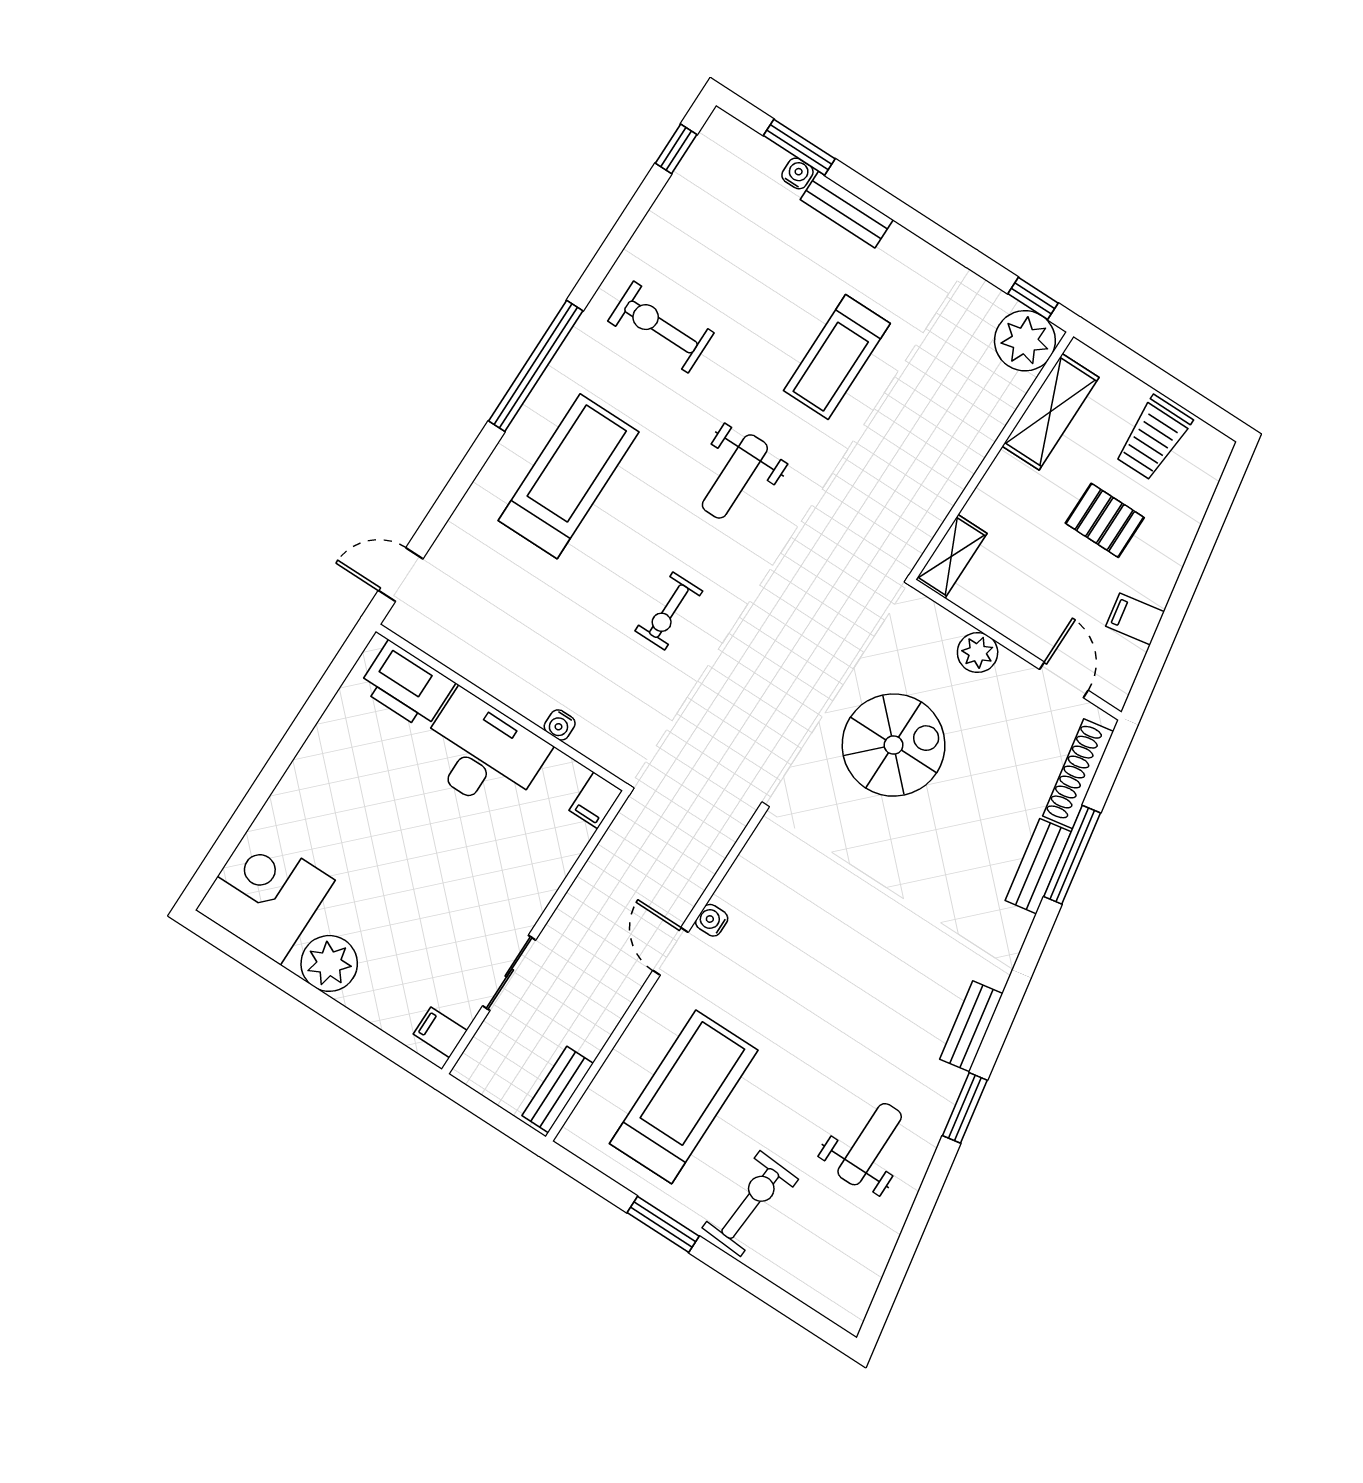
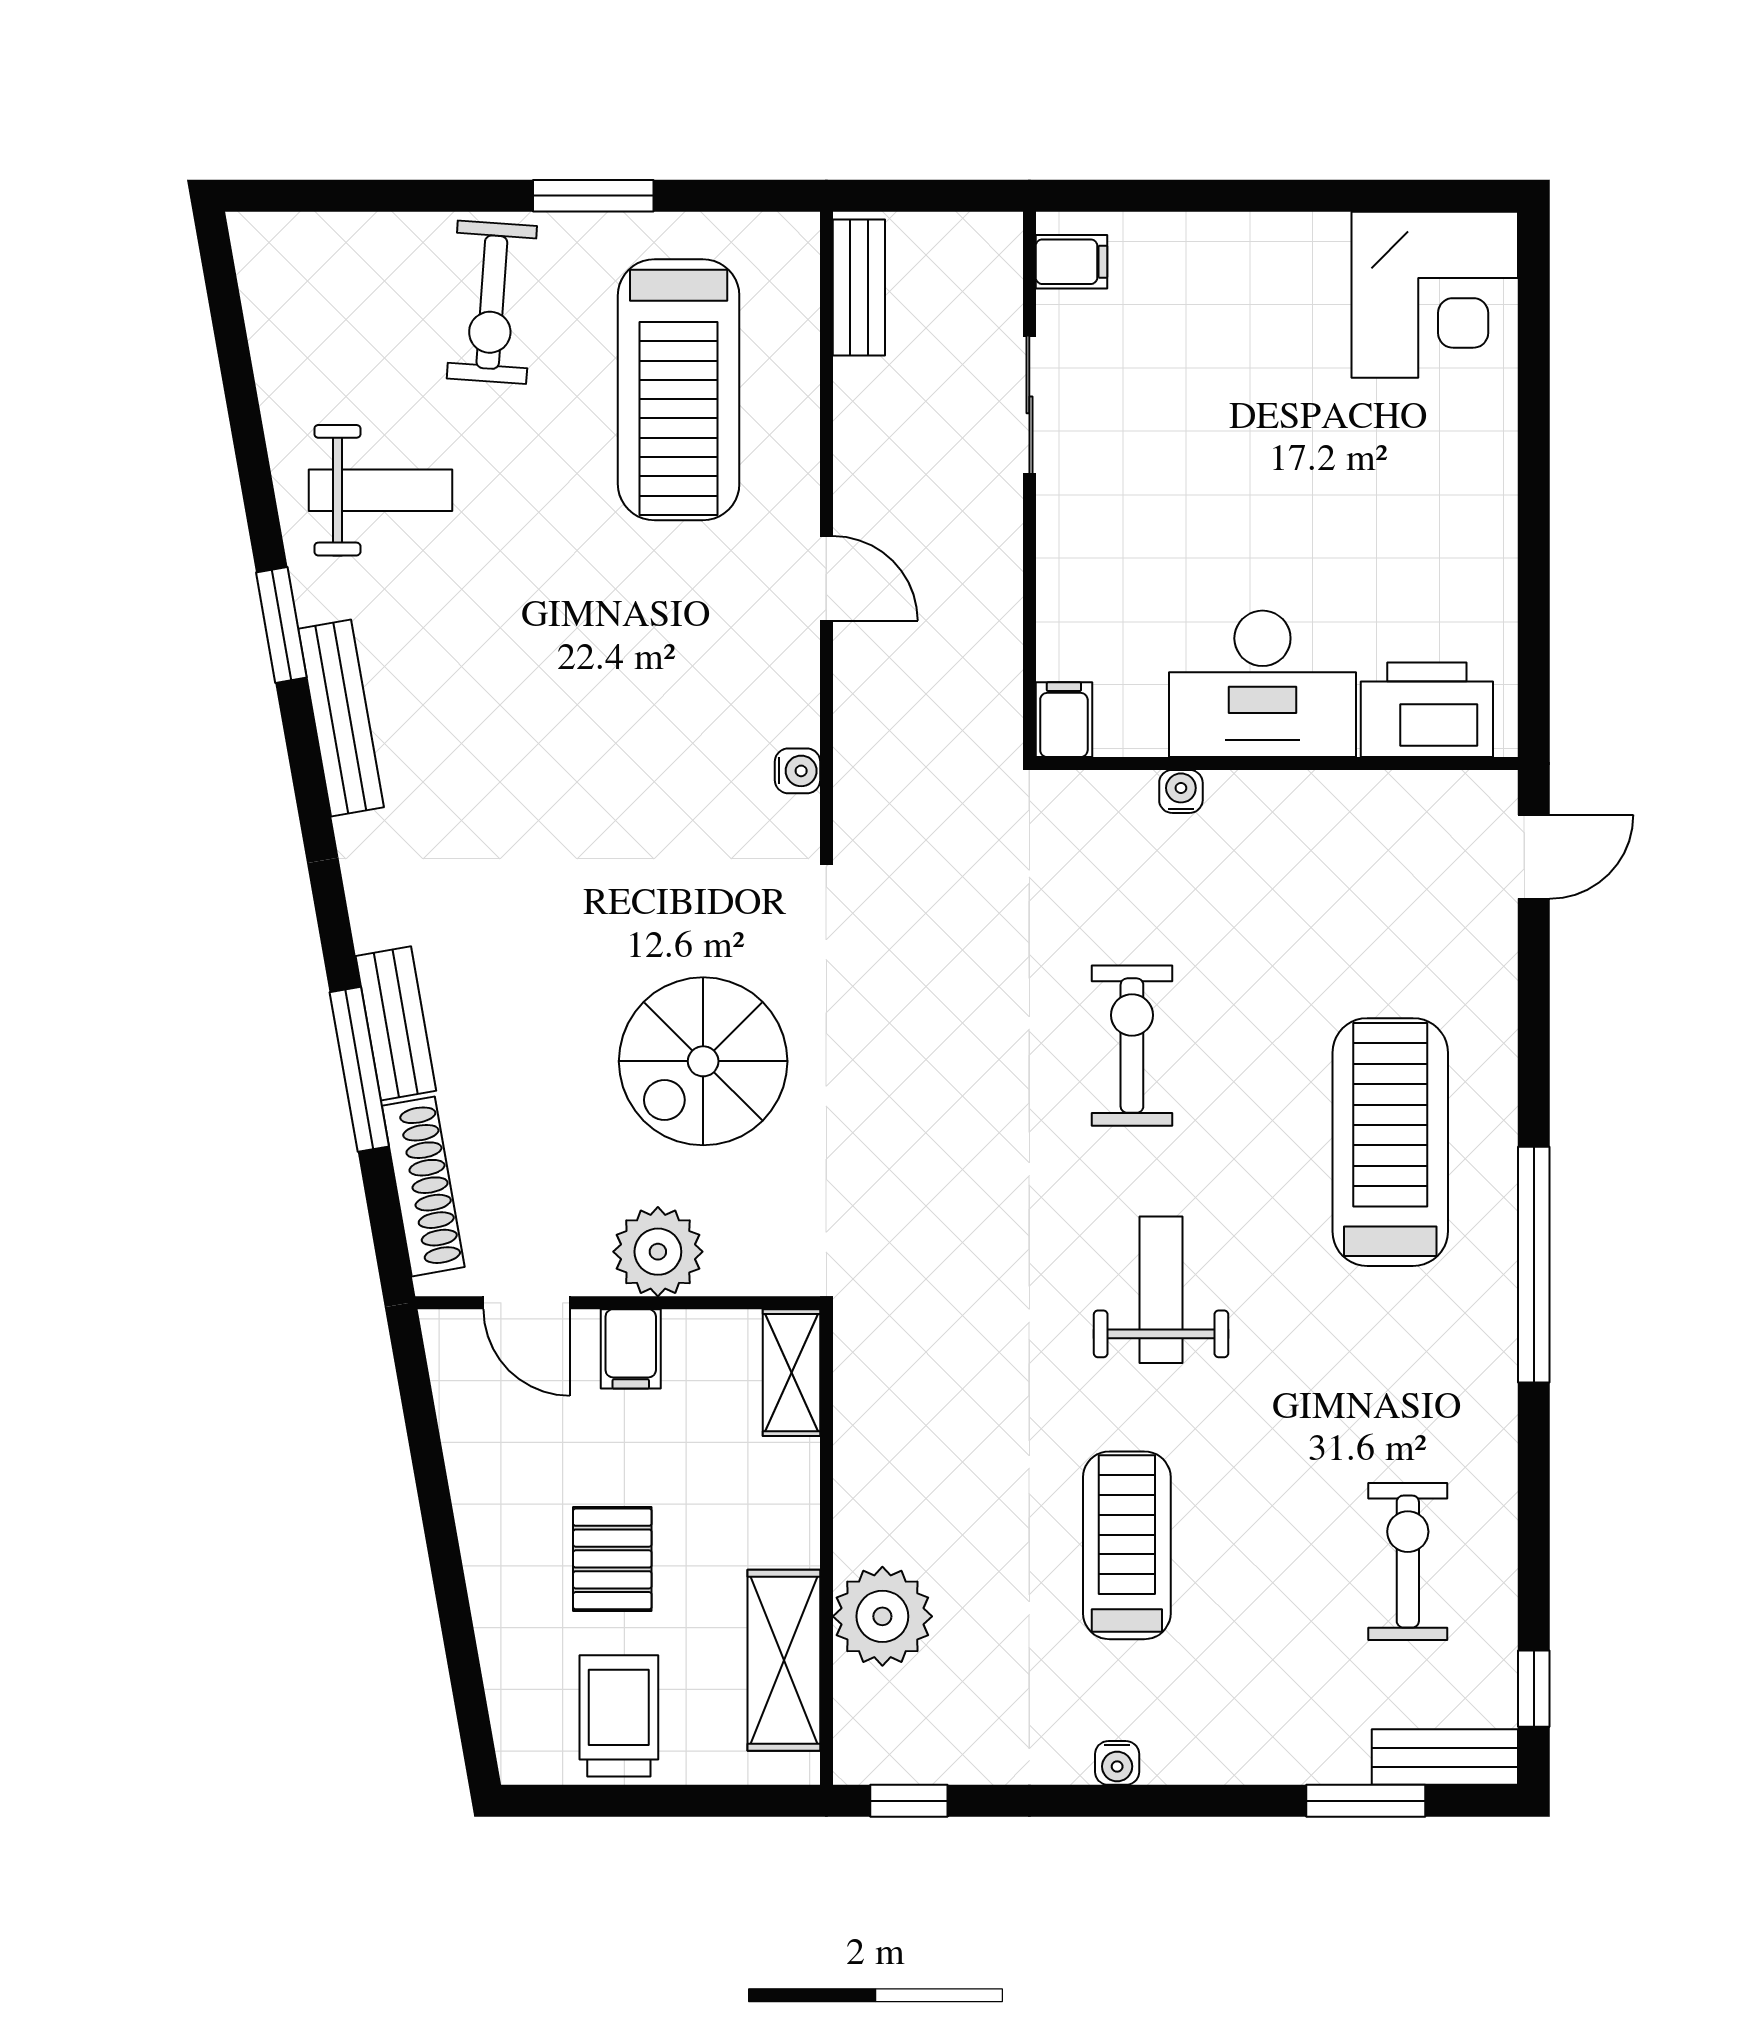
water cooler: (797, 173) -> (1117, 1763), moved
bench: (847, 210) -> (1445, 1757), moved
exercise bike: (661, 327) -> (1408, 1562), moved, turned -90
plant: (1025, 341) -> (882, 1616), moved
treadmill: (569, 476) -> (1390, 1142), turned 180
pallet: (1105, 520) -> (612, 1559), turned 90
exercise bike: (669, 611) -> (1132, 1046), width x1.38, depth x1.39
filing cabinet: (1135, 619) -> (631, 1349), moved, turned 100
plant: (978, 653) -> (658, 1252), width x1.36, depth x1.36
water cooler: (712, 920) -> (798, 771), moved
plant: (329, 963) -> (1286, 258), removed
bench: (971, 1026) -> (341, 718), width x1.36
weight bench: (870, 1144) -> (380, 490), turned -90

